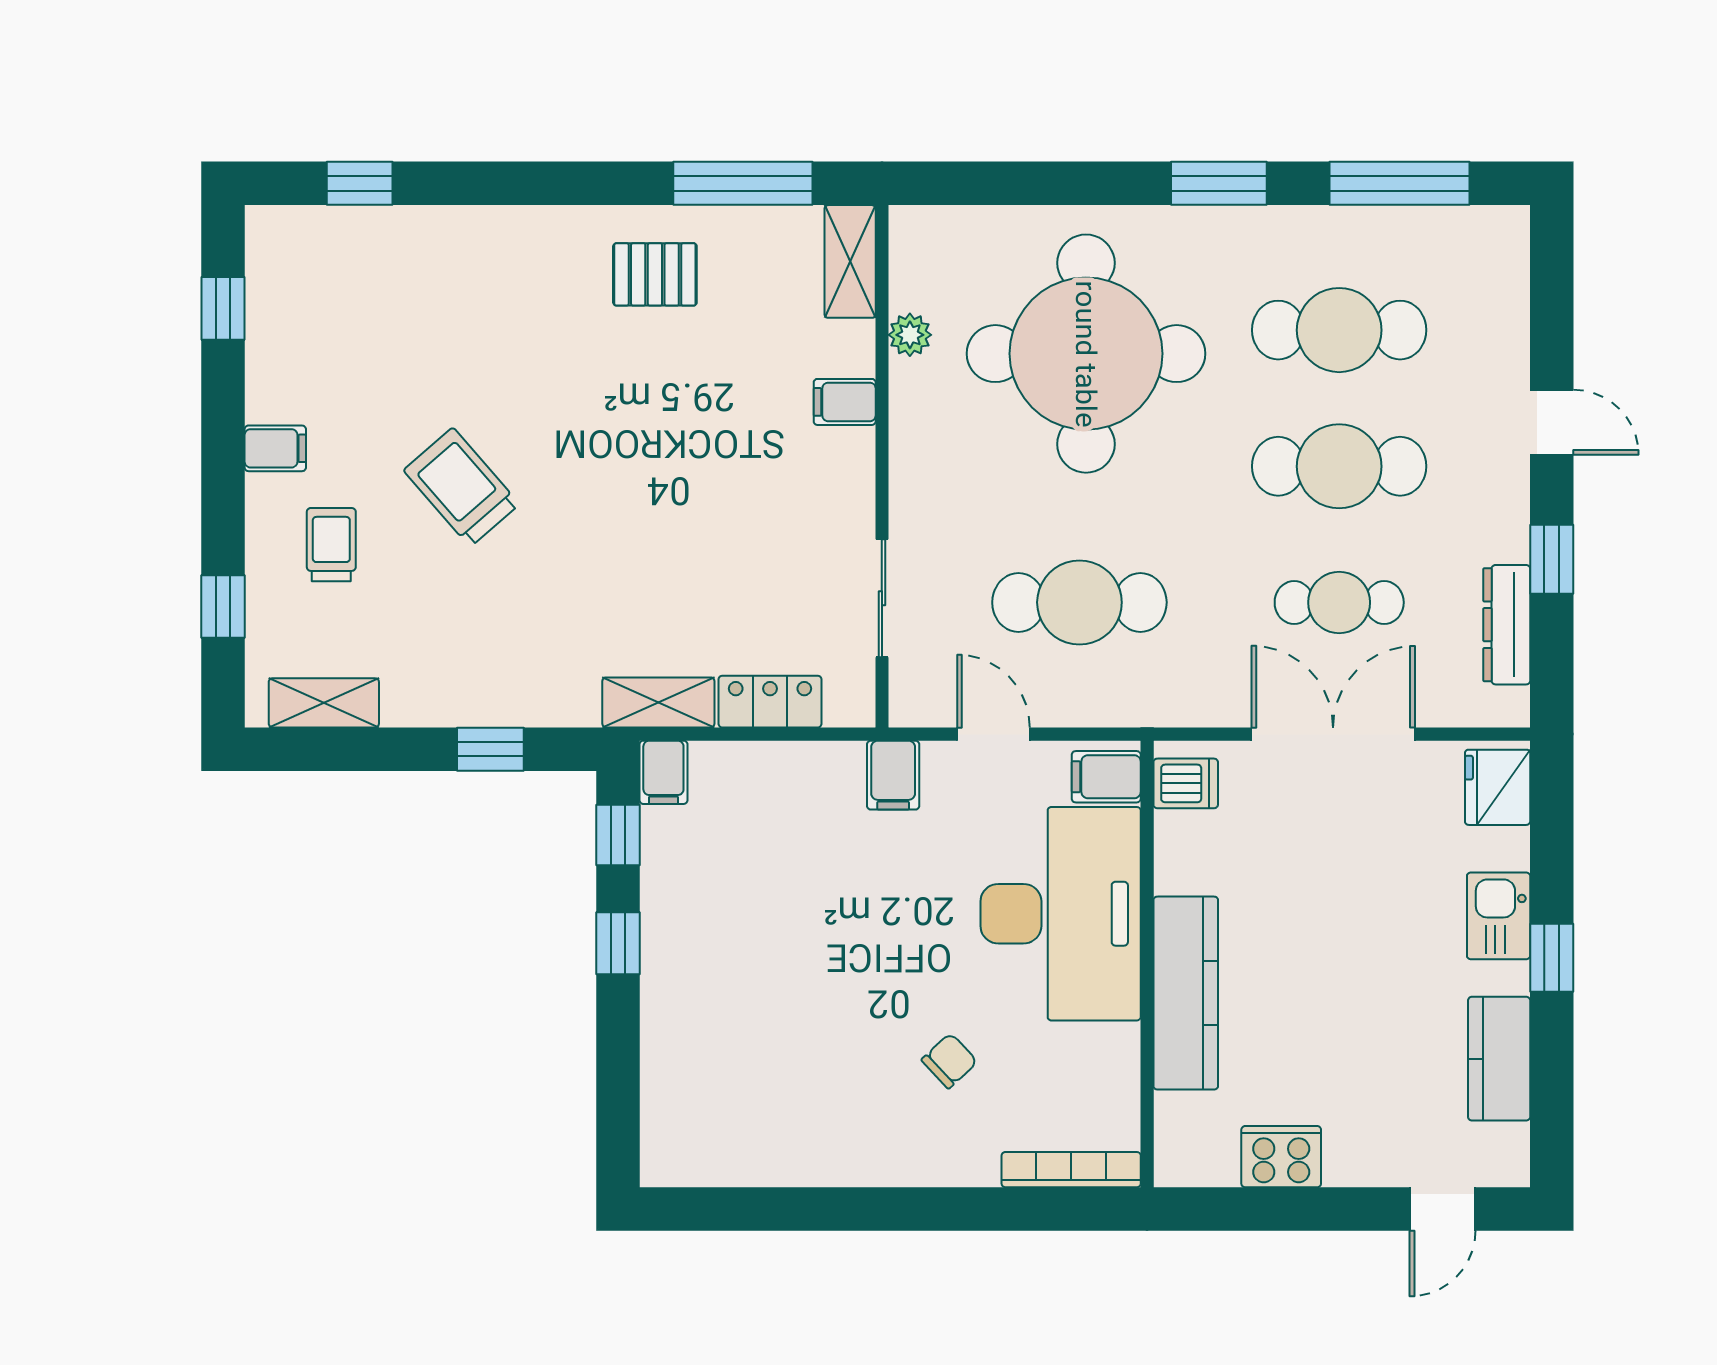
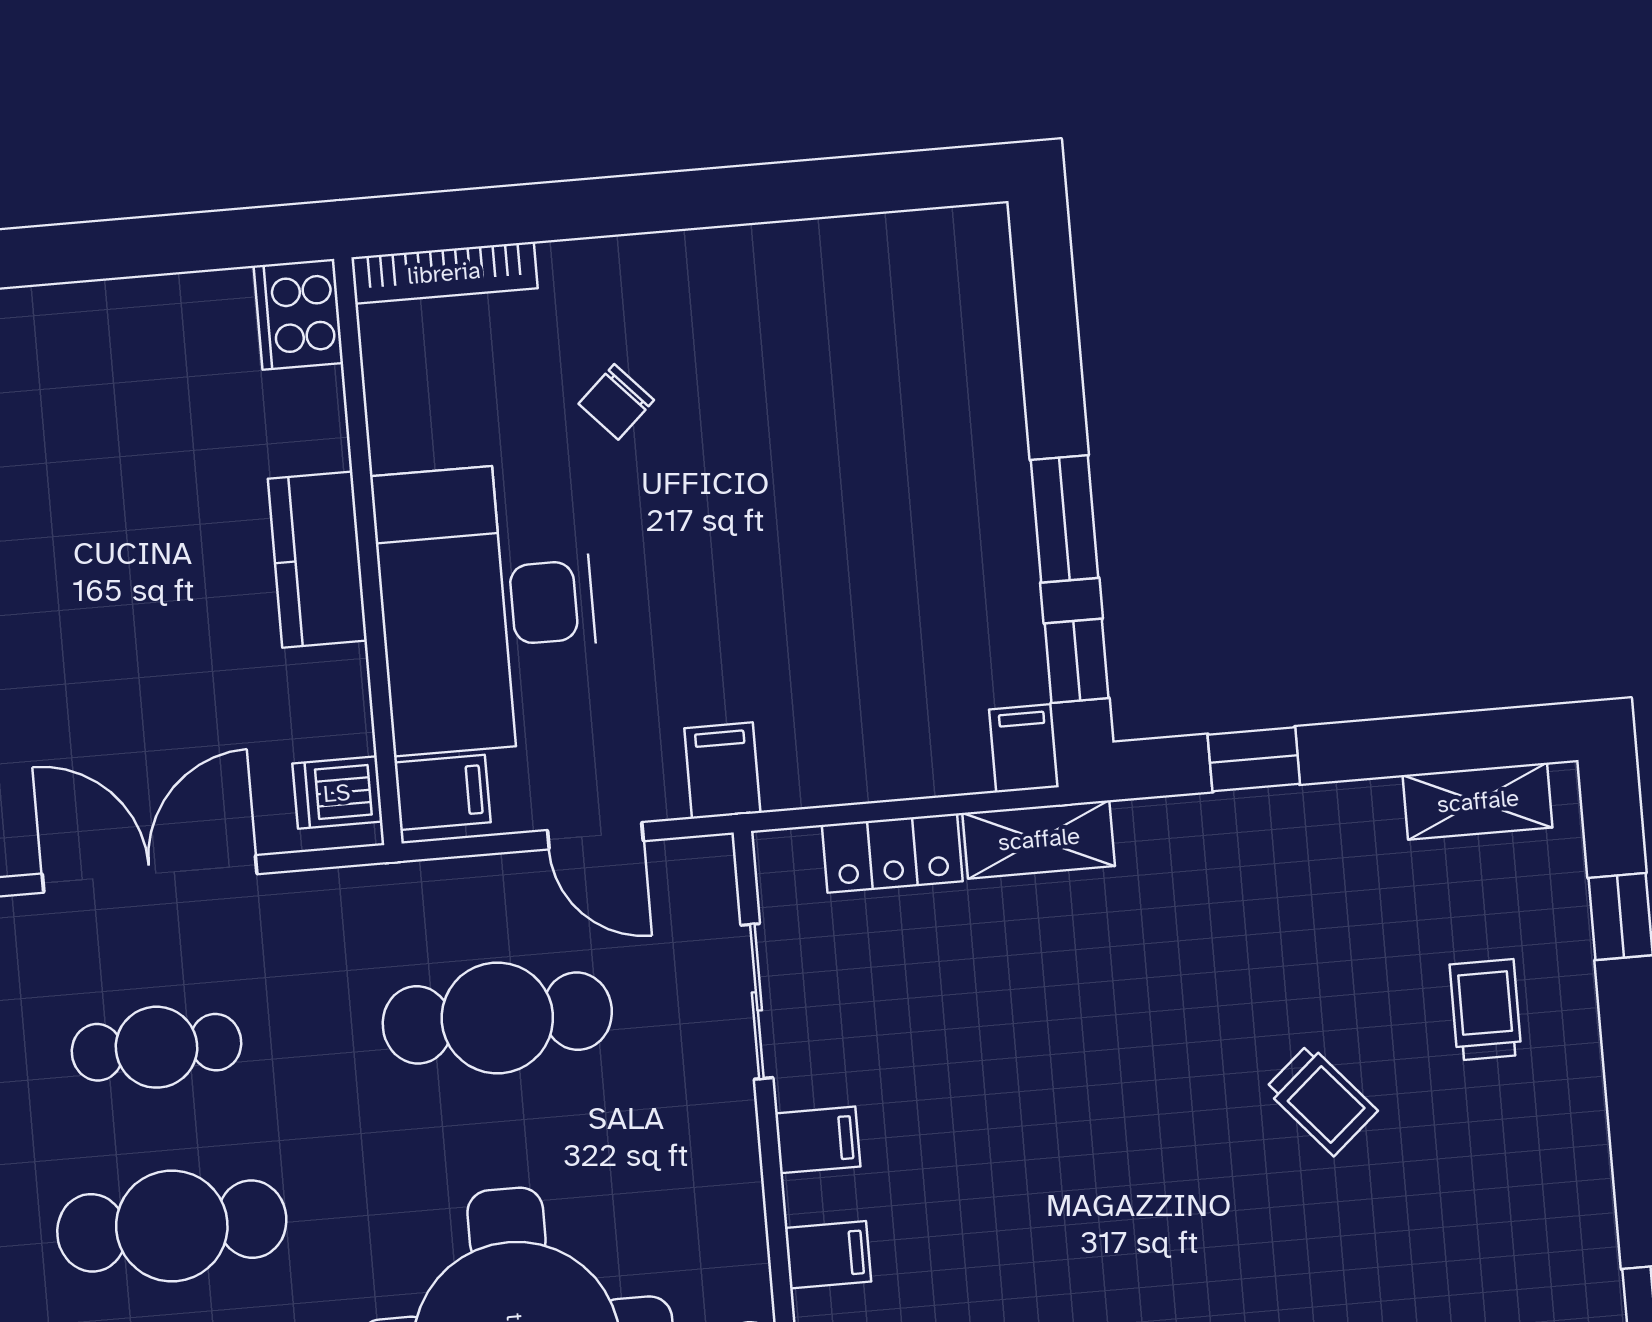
filing cabinet: (275, 448) -> (818, 1140), moved, turned 180
trolley: (461, 487) -> (1321, 1100), width x0.73, depth x0.72
trolley: (331, 545) -> (1486, 1010), turned 180
double door: (1333, 734) -> (150, 874), swing flipped
window: (618, 943) -> (1064, 519), width x1.50
kitchen counter: (1186, 993) -> (317, 560), width x0.67
cooker: (1281, 1157) -> (298, 314), moved, turned 90

